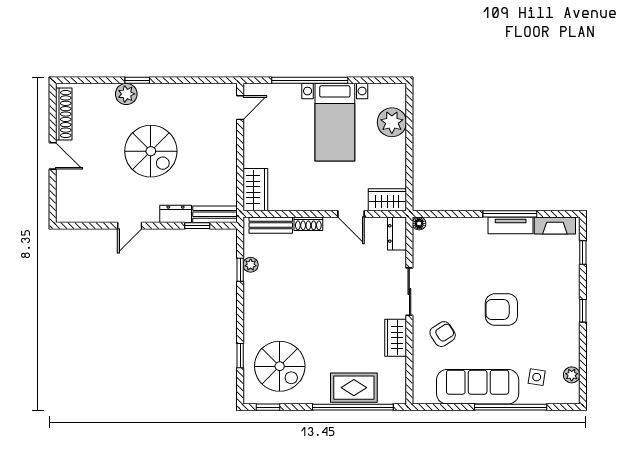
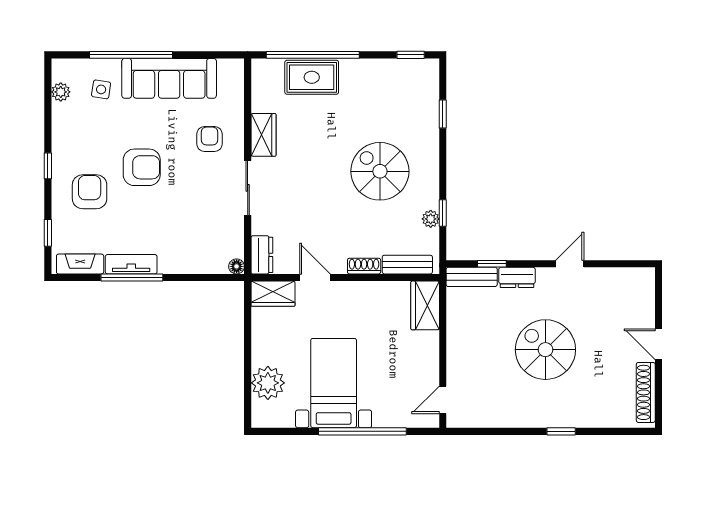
plant: (126, 94) -> (574, 416), removed
armchair: (547, 288) -> (90, 192), added
armchair: (443, 334) -> (209, 139), turned 123
spiral stairs: (280, 366) -> (380, 171), moved

